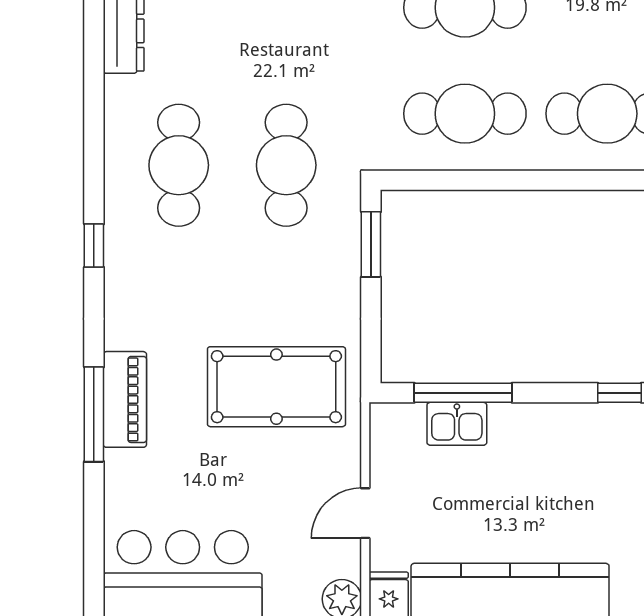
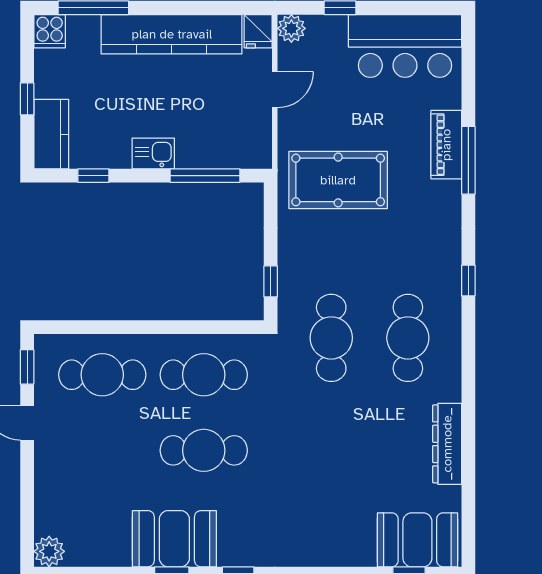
window: (371, 244) -> (271, 281), width x0.67
piano: (125, 399) -> (446, 145), moved
kitchen sink: (457, 424) -> (153, 153), moved

